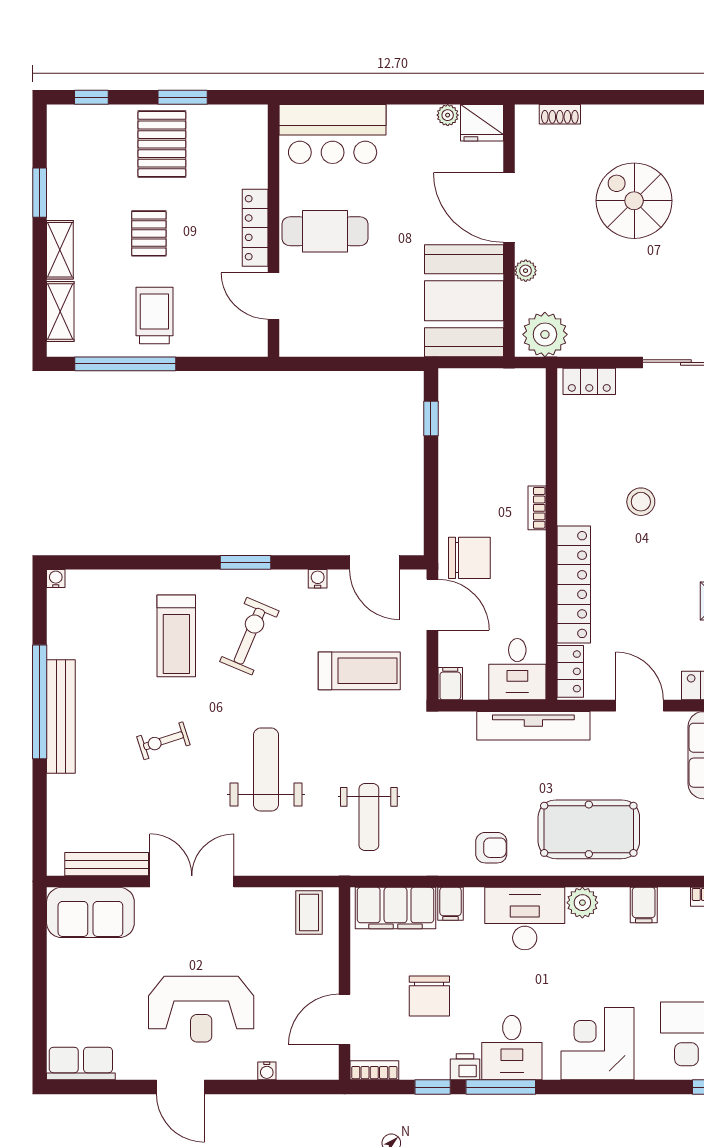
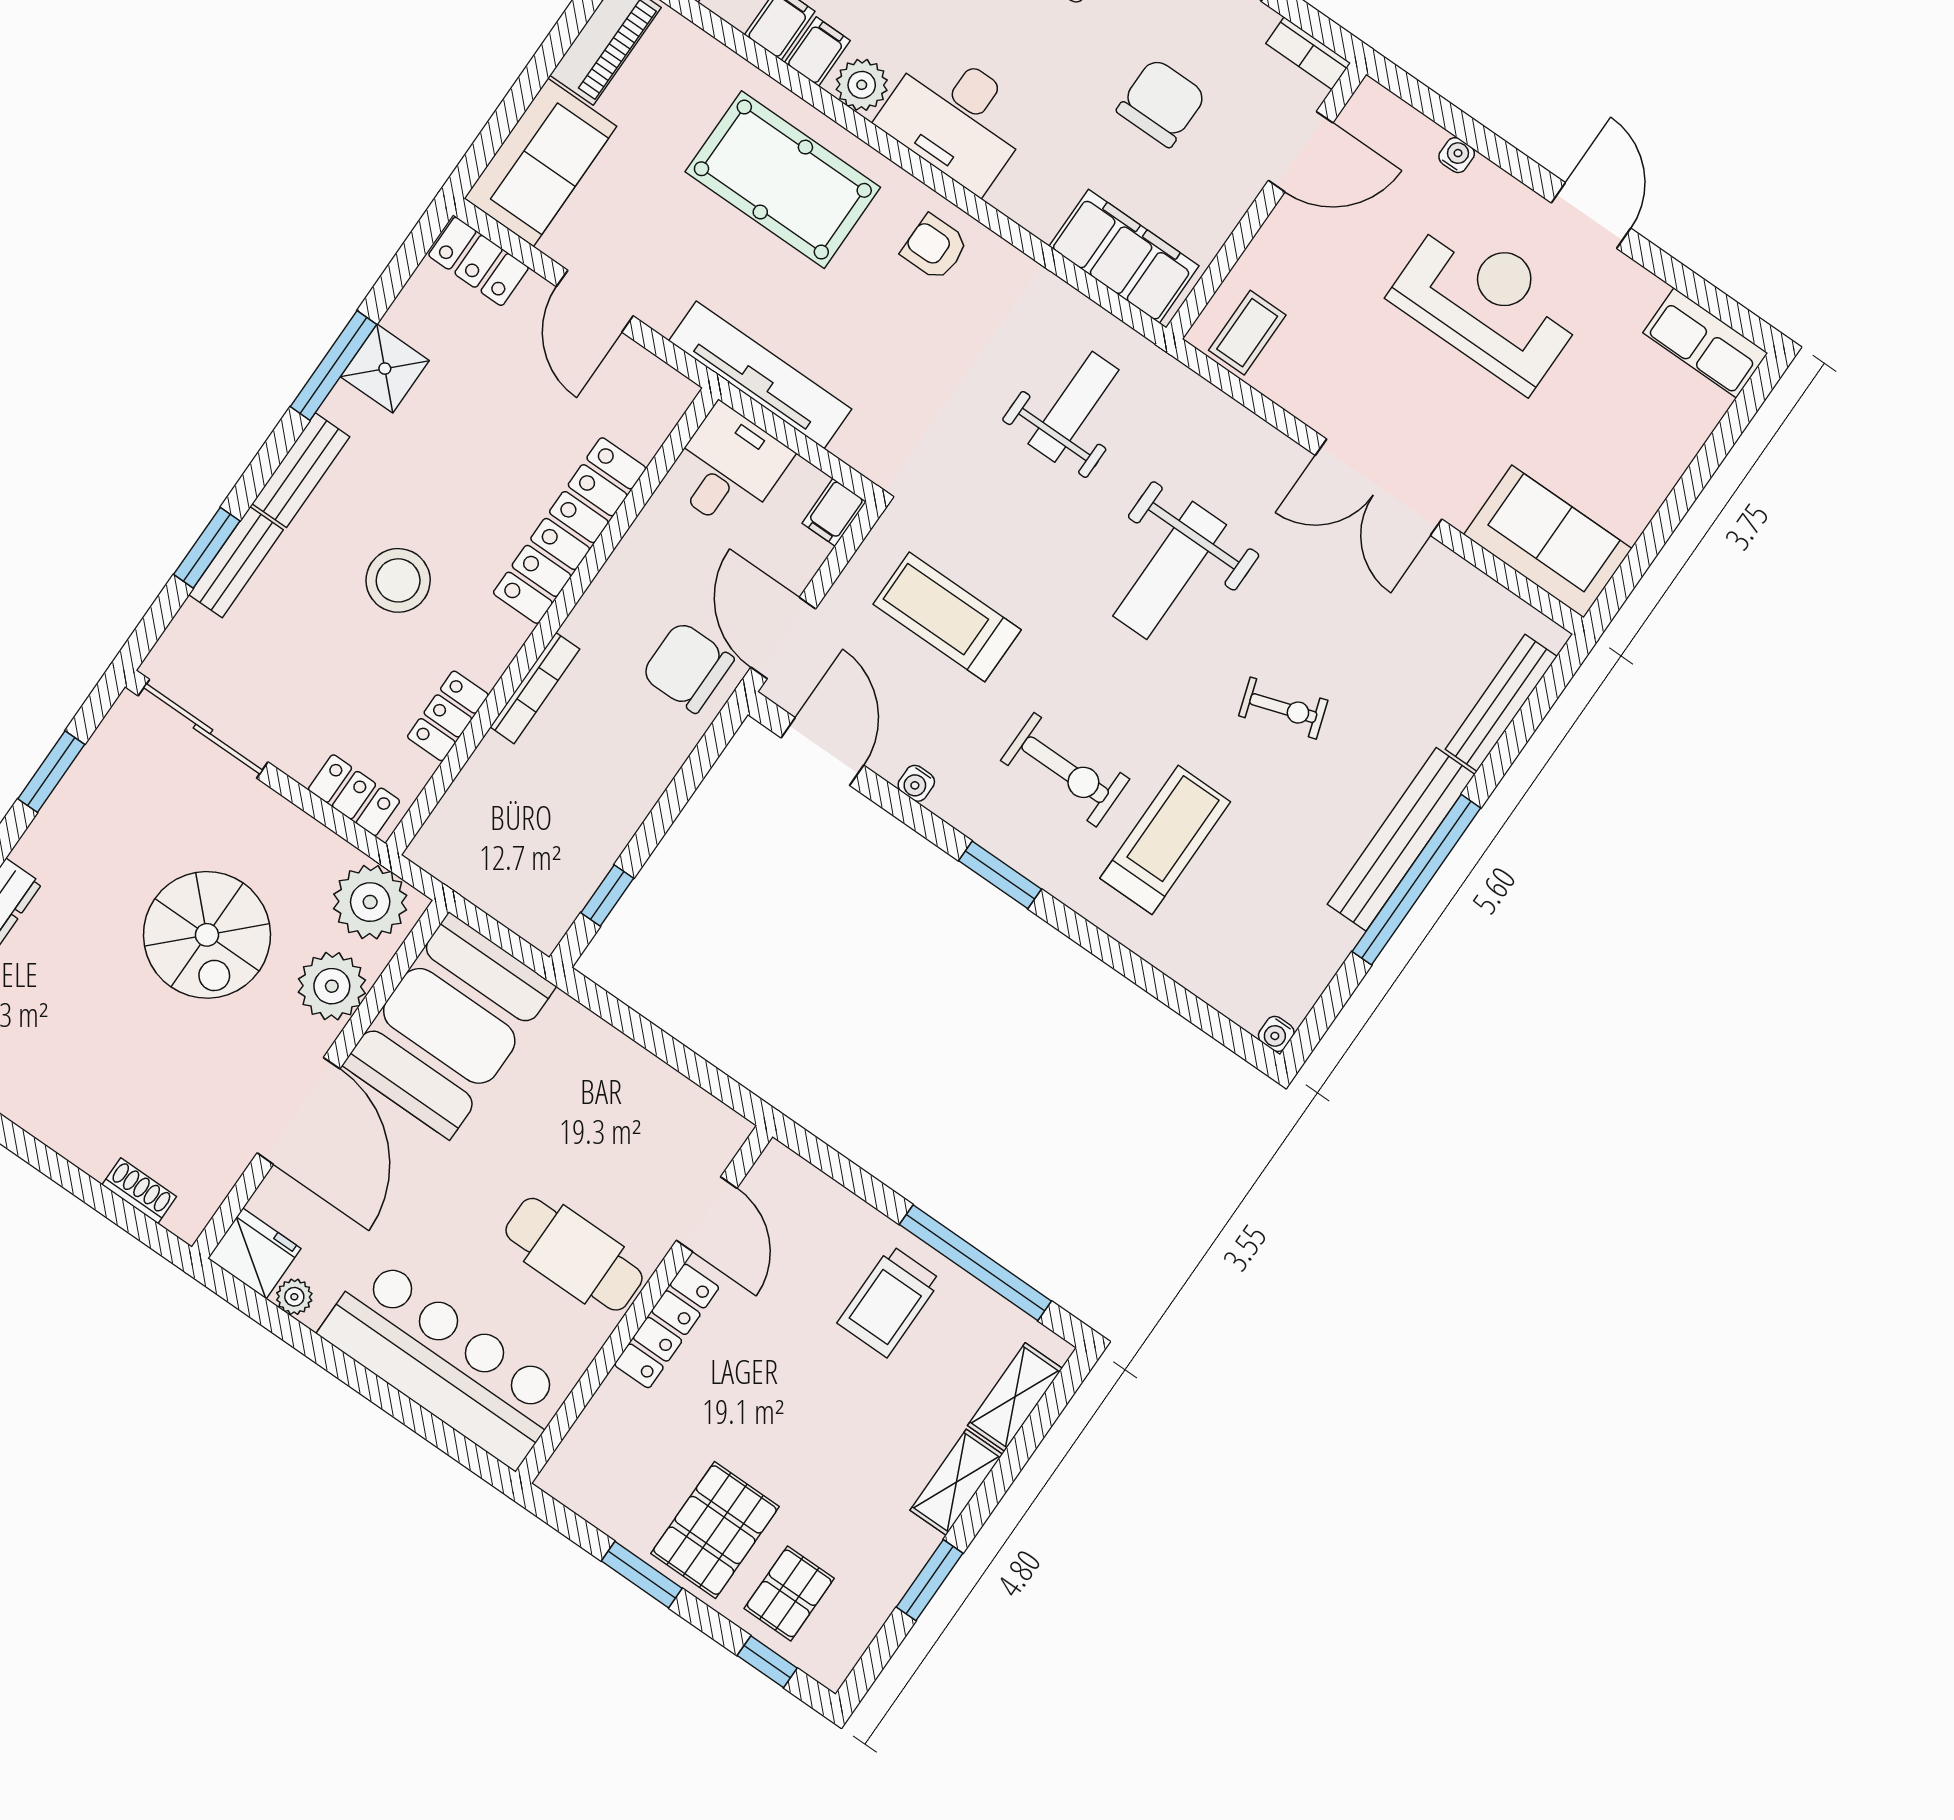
bar counter: (333, 134) -> (444, 1362), width x1.36
spiral stairs: (634, 201) -> (207, 935), moved
pallet: (149, 233) -> (789, 1593), moved
plant: (526, 271) -> (332, 986), width x1.87, depth x1.87
stool: (641, 502) -> (398, 580), width x1.38, depth x1.38
bookcase: (537, 508) -> (535, 688), width x1.56
exercise bike: (249, 636) -> (1065, 770), turned -113
locker: (570, 671) -> (448, 716), moved
bench: (107, 864) -> (1501, 703), moved, turned 90
filing cabinet: (450, 904) -> (817, 52), moved

